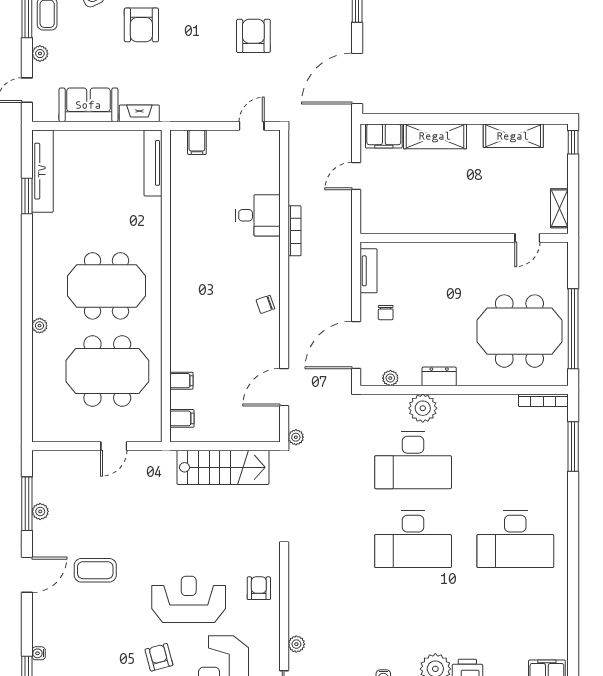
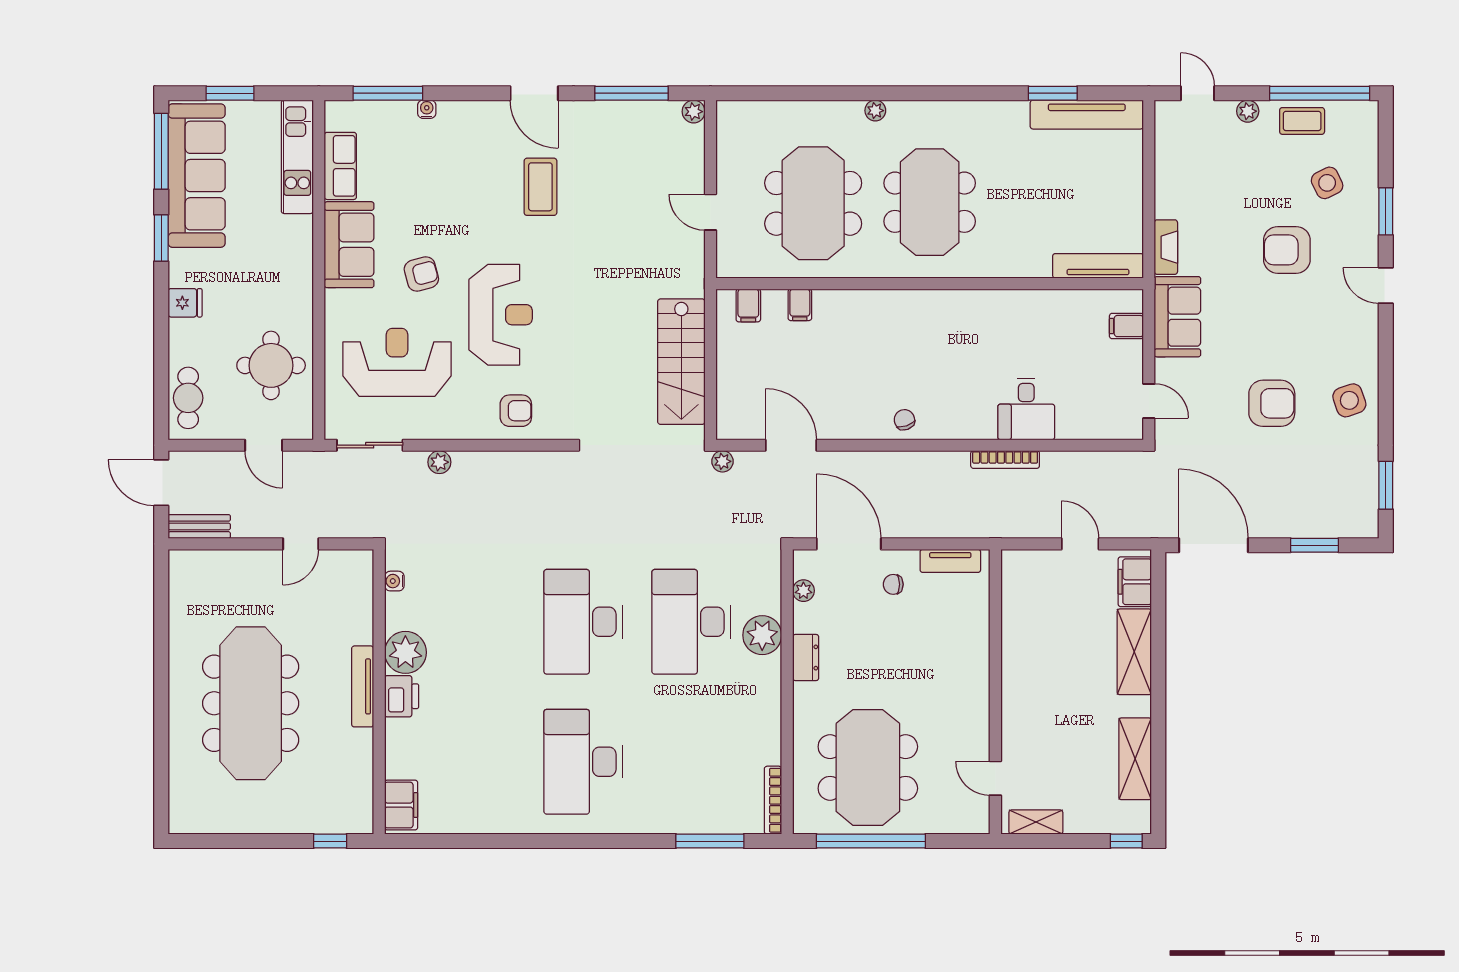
sofa: (88, 105) -> (1177, 317), moved
plant: (40, 511) -> (694, 112), moved

